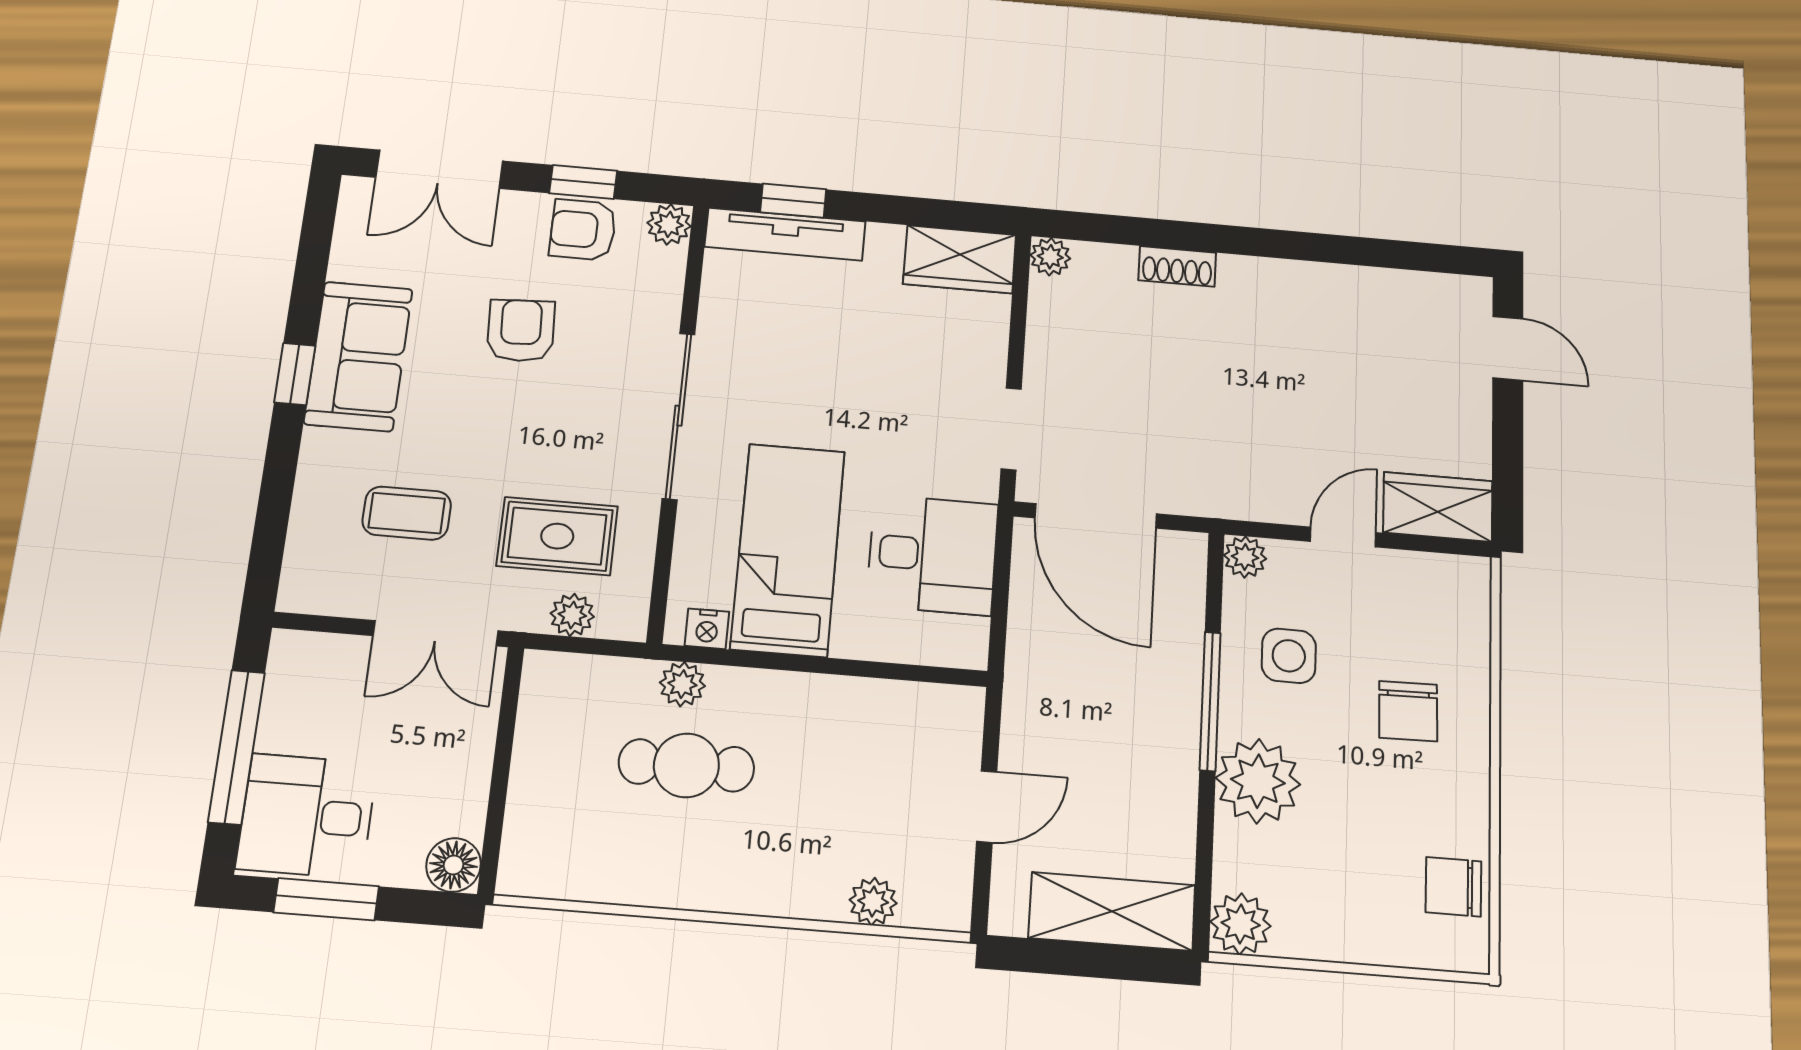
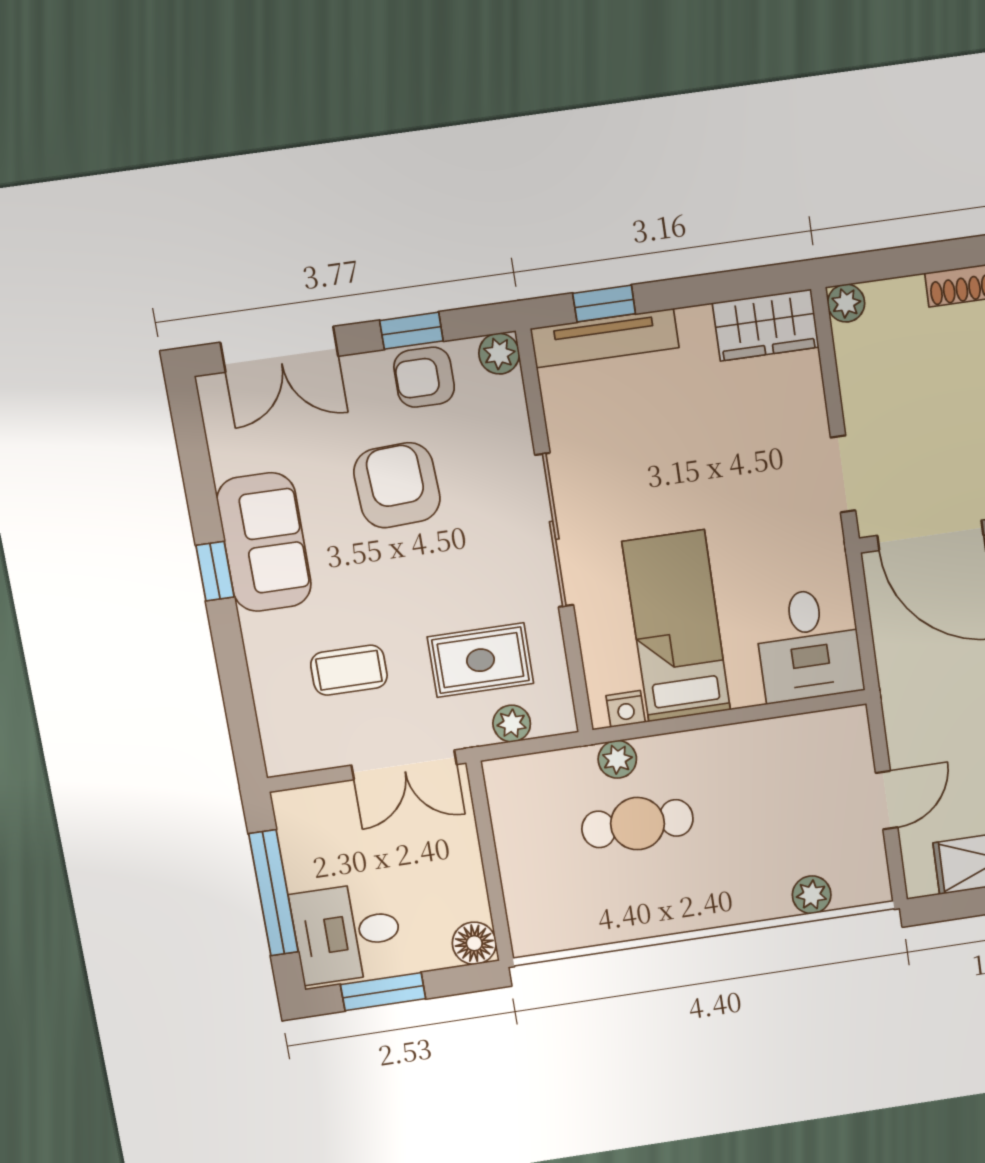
armchair: (521, 331) -> (397, 485), width x1.38, depth x1.38
desk: (932, 555) -> (809, 645), moved, turned 90

